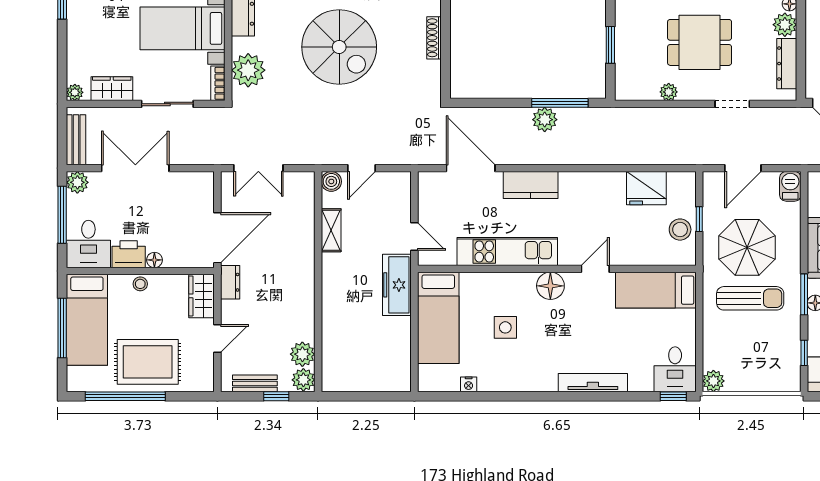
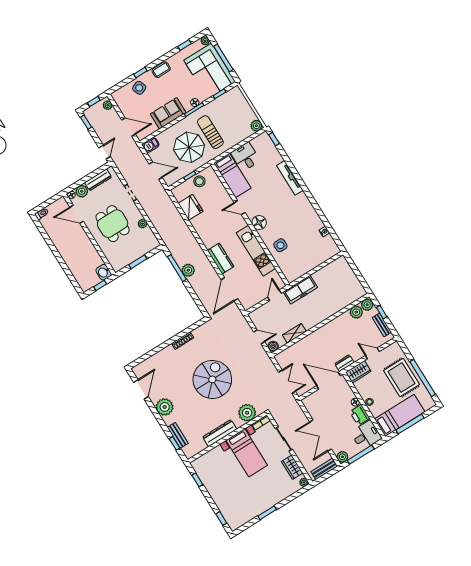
bed: (438, 318) -> (304, 263), removed
side table: (505, 327) -> (280, 245), moved
desk: (675, 369) -> (245, 157), moved, turned -90

